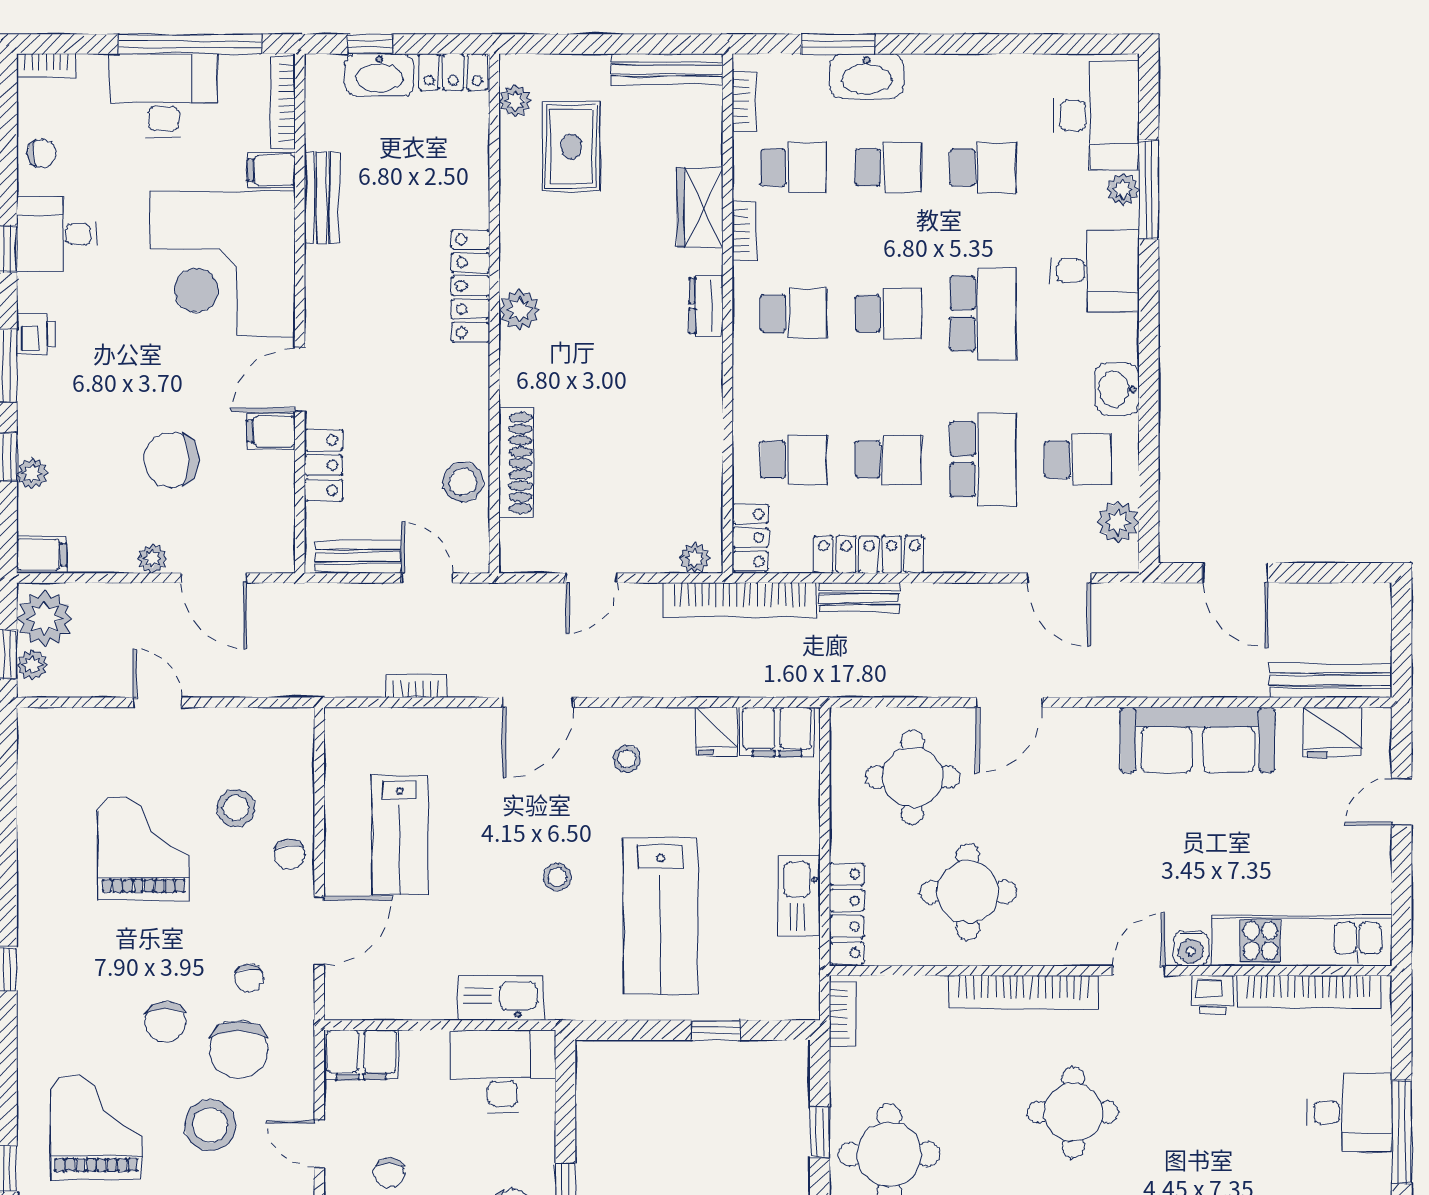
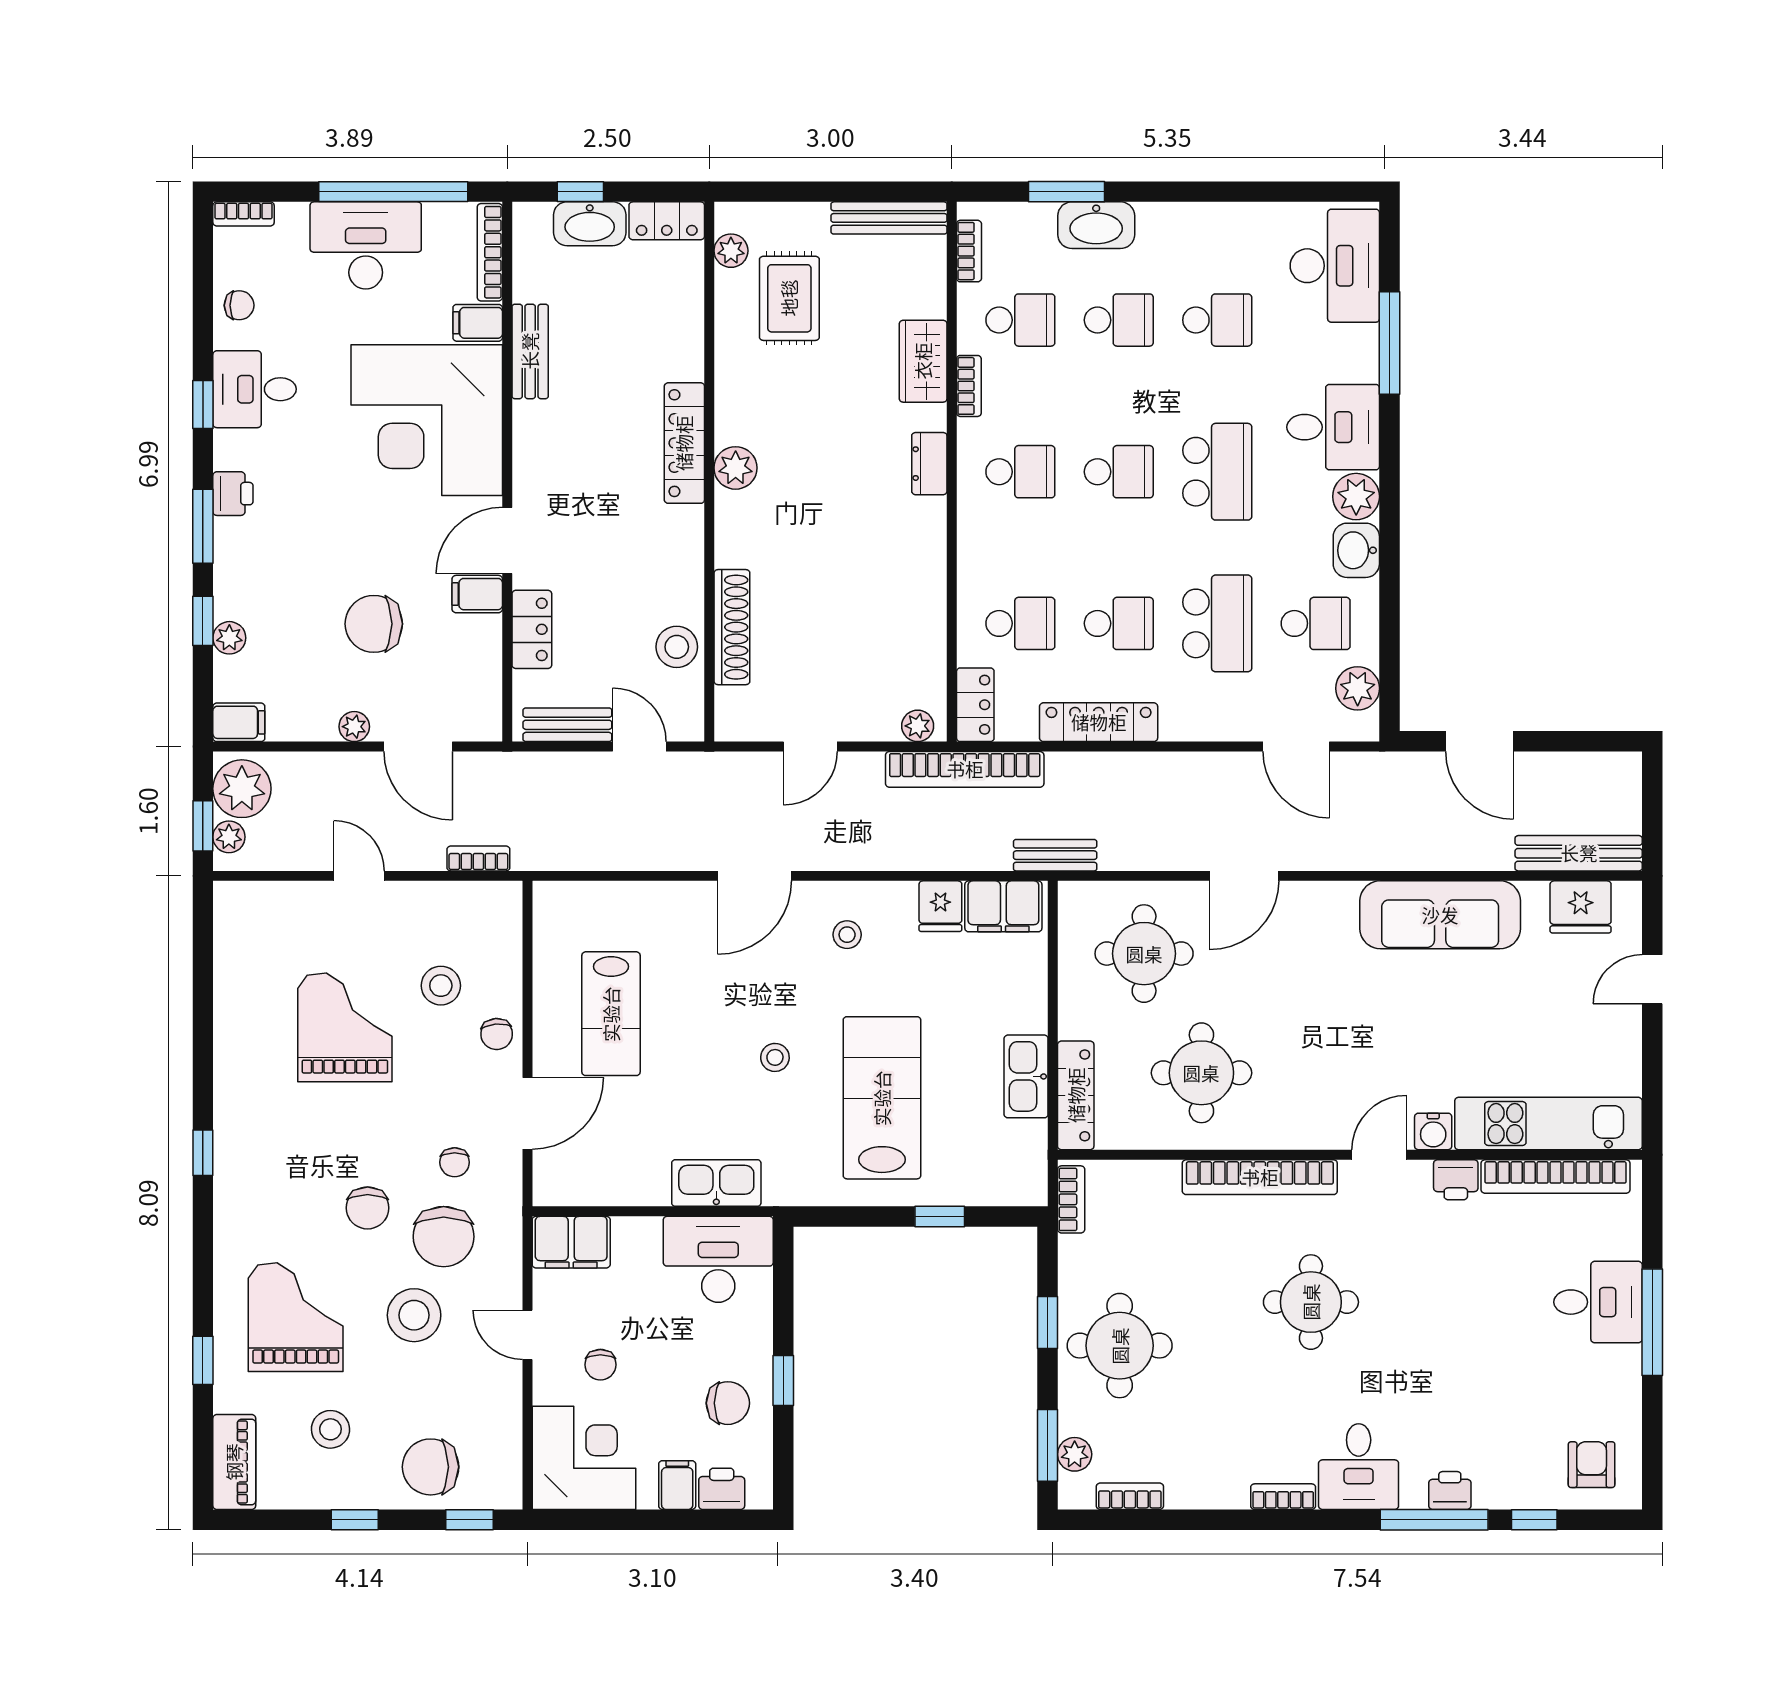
plant: (1123, 189) -> (1356, 497), moved, width x1.38, depth x1.38
bench: (859, 598) -> (1055, 855), moved
bookcase: (416, 686) -> (478, 858), moved
lab bench: (660, 916) -> (882, 1098), turned 180

